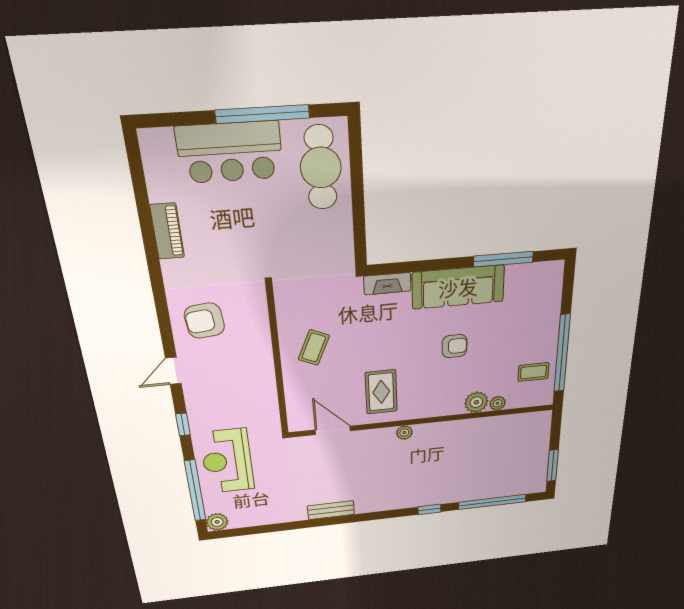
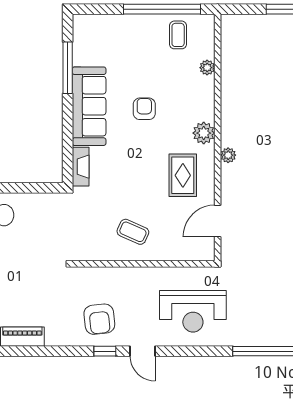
rug: (381, 392) -> (183, 175), turned 90
plant: (476, 402) -> (204, 133), moved
window: (183, 424) -> (105, 351), moved
reception desk: (227, 461) -> (193, 311), moved

